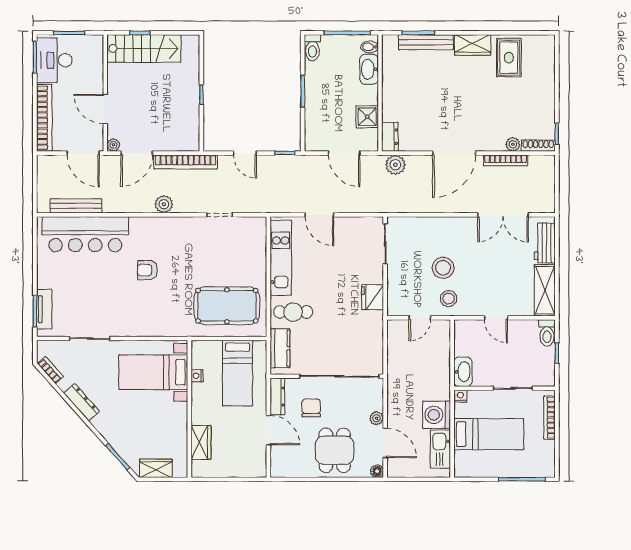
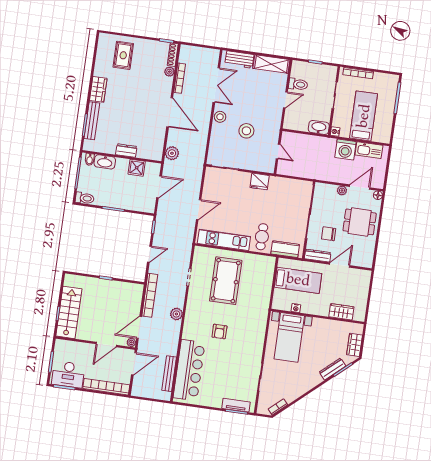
rug: (509, 58) -> (123, 55), moved, turned 90
dresser: (390, 137) -> (126, 151), moved
door: (137, 153) -> (139, 327), swing flipped
stool: (449, 299) -> (220, 117), moved
pool table: (227, 306) -> (226, 281), moved
toilet: (547, 333) -> (298, 84), moved
dresser: (82, 402) -> (333, 369), moved

